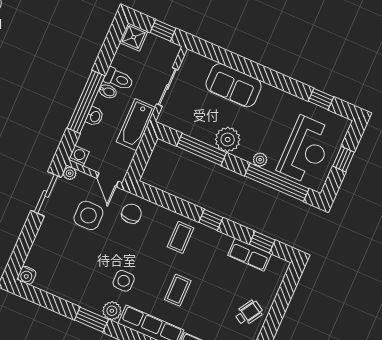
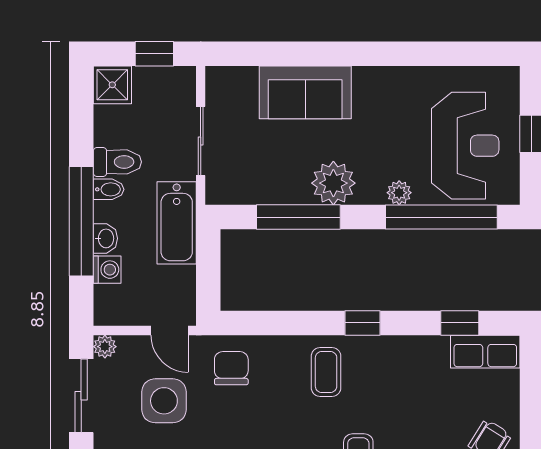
window: (321, 99) -> (454, 54), removed
washing machine: (79, 156) -> (107, 270), moved, turned 90
row of seats: (250, 255) -> (485, 352), moved

